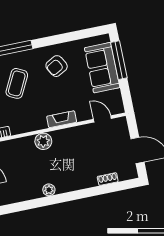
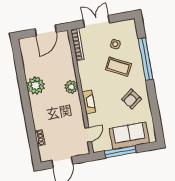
window: (119, 60) -> (120, 152), moved
armchair: (57, 66) -> (132, 99), turned -97
plant: (49, 190) -> (36, 86), width x1.88, depth x1.88

